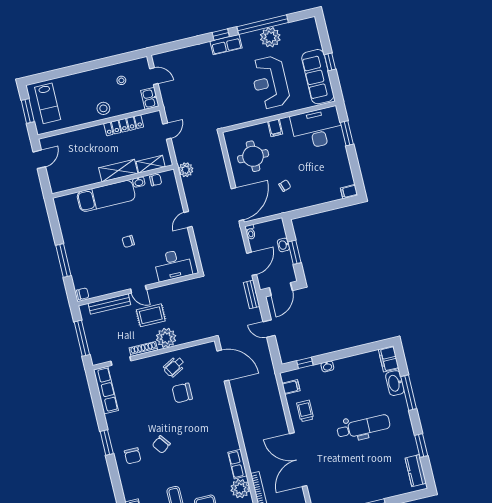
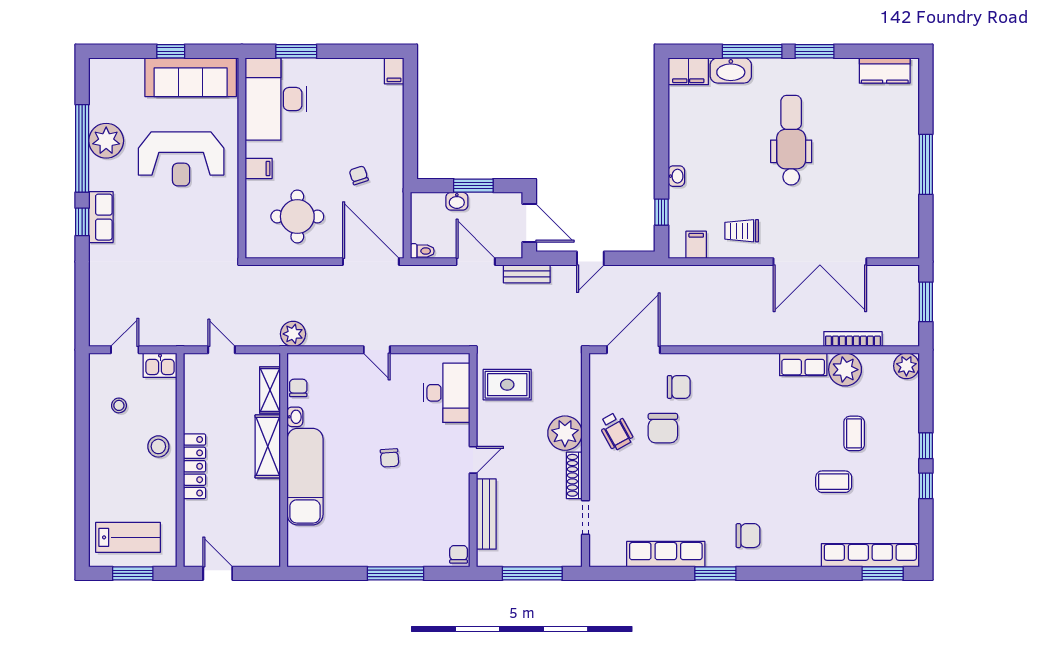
locker: (124, 125) -> (195, 466), moved
rug: (151, 315) -> (507, 385), moved, turned 90
row of seats: (106, 390) -> (666, 554), moved
chair: (161, 444) -> (679, 387), moved, turned -53
window: (421, 446) -> (815, 51), moved

